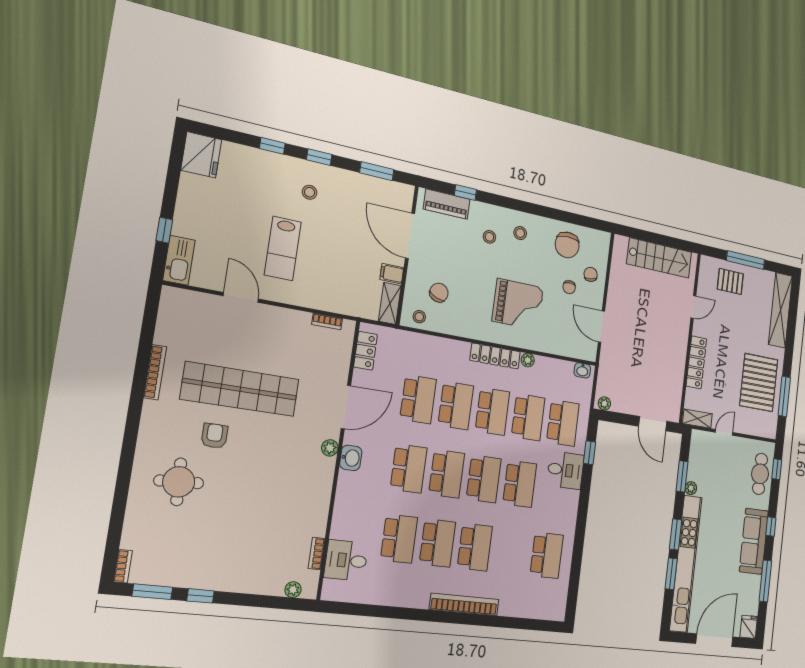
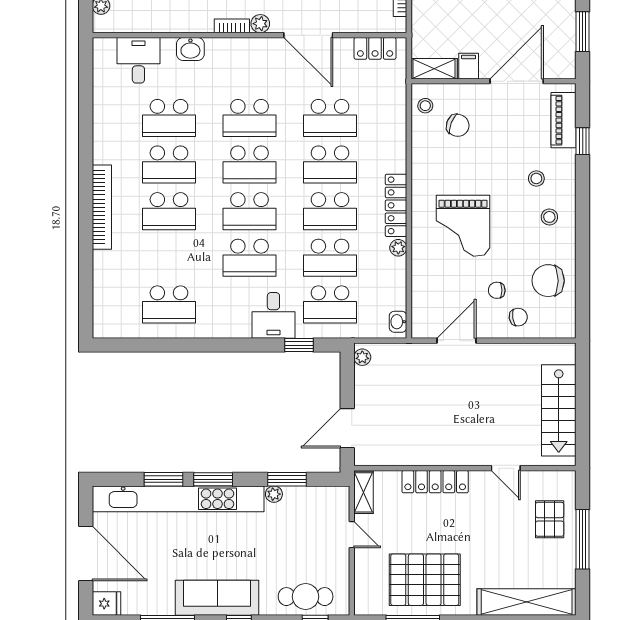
washbasin: (351, 458) -> (190, 49), moved
bookcase: (317, 553) -> (232, 26), moved

